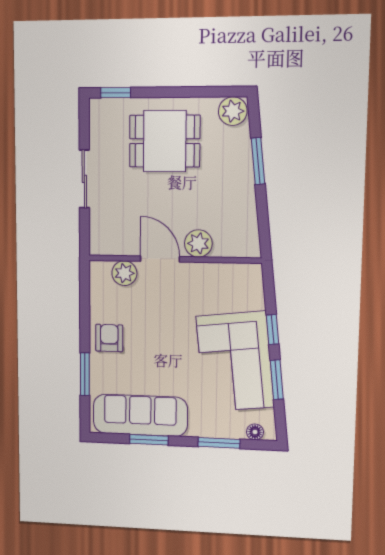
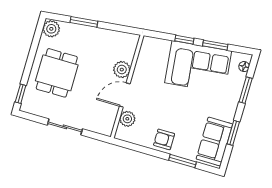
sofa: (140, 415) -> (214, 142), width x0.73

